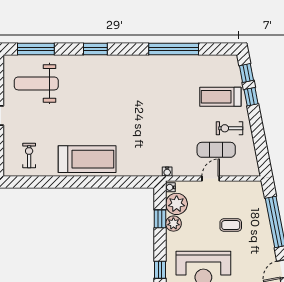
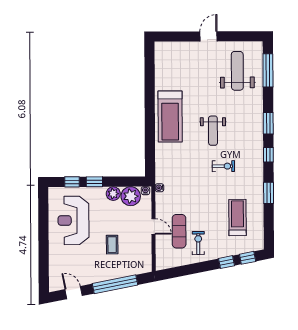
window: (131, 49) -> (268, 155), added
window: (174, 49) -> (269, 193), width x0.47
treadmill: (220, 97) -> (237, 218), moved
weight bench: (103, 111) -> (213, 131), added
exercise bike: (29, 155) -> (223, 166), moved
window: (160, 219) -> (94, 182), moved

